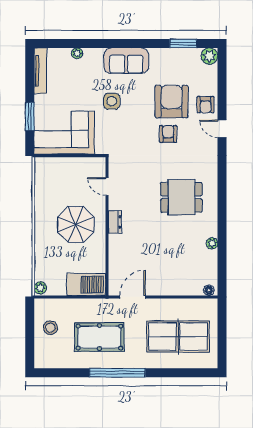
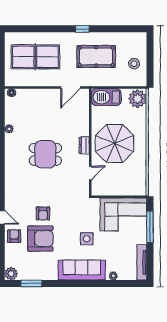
sofa: (126, 61) -> (82, 270), width x1.36
armchair: (172, 101) -> (40, 239), turned -90
window: (30, 117) -> (150, 227), width x1.44
door: (107, 186) -> (90, 173), hinge flipped
dining table: (181, 197) -> (45, 154), moved
parasol: (76, 224) -> (114, 143), width x1.36, depth x1.36
plant: (40, 288) -> (138, 99), width x1.88, depth x1.88
window: (117, 373) -> (82, 29), width x0.32

